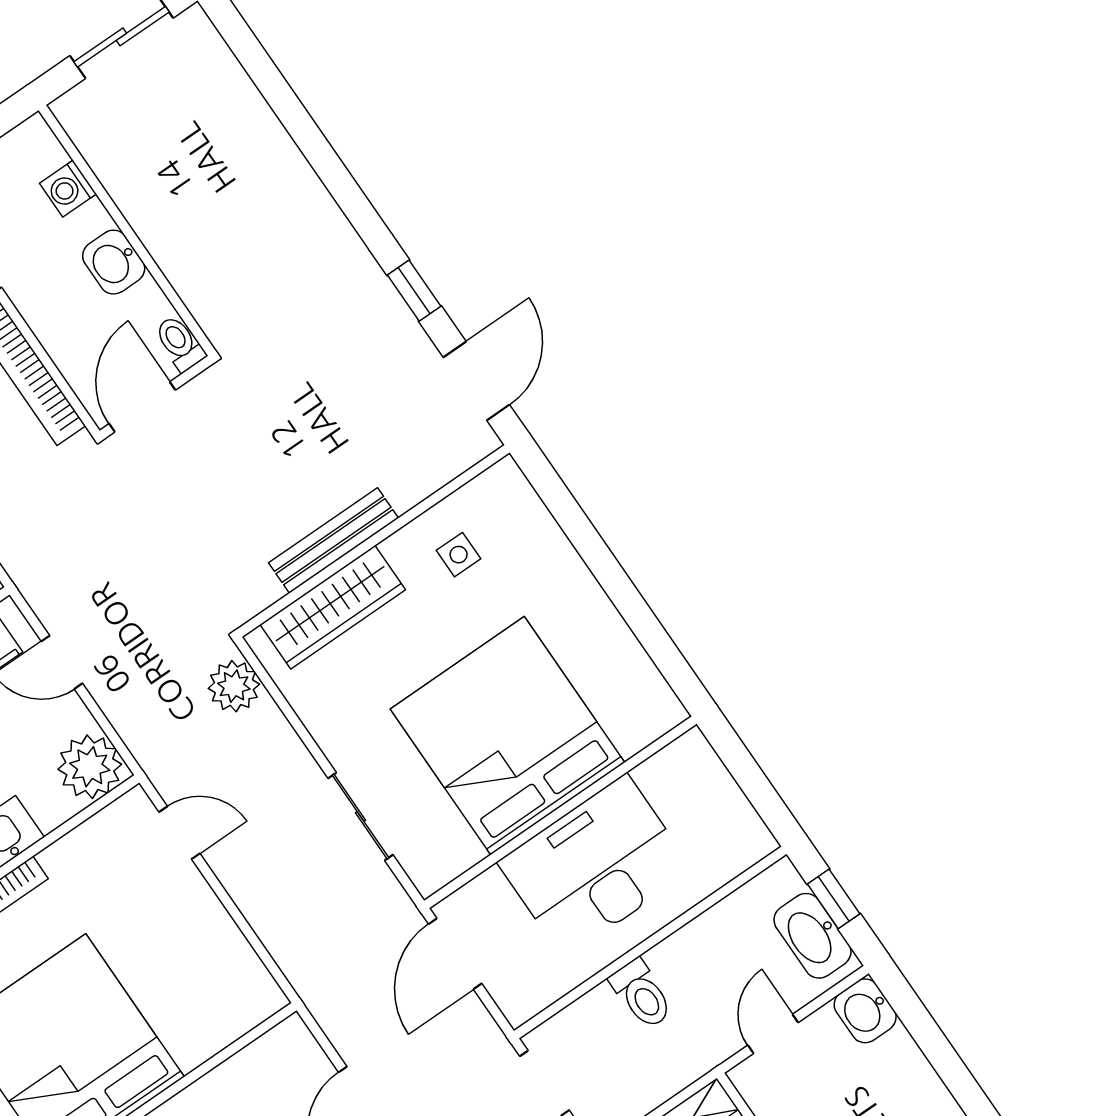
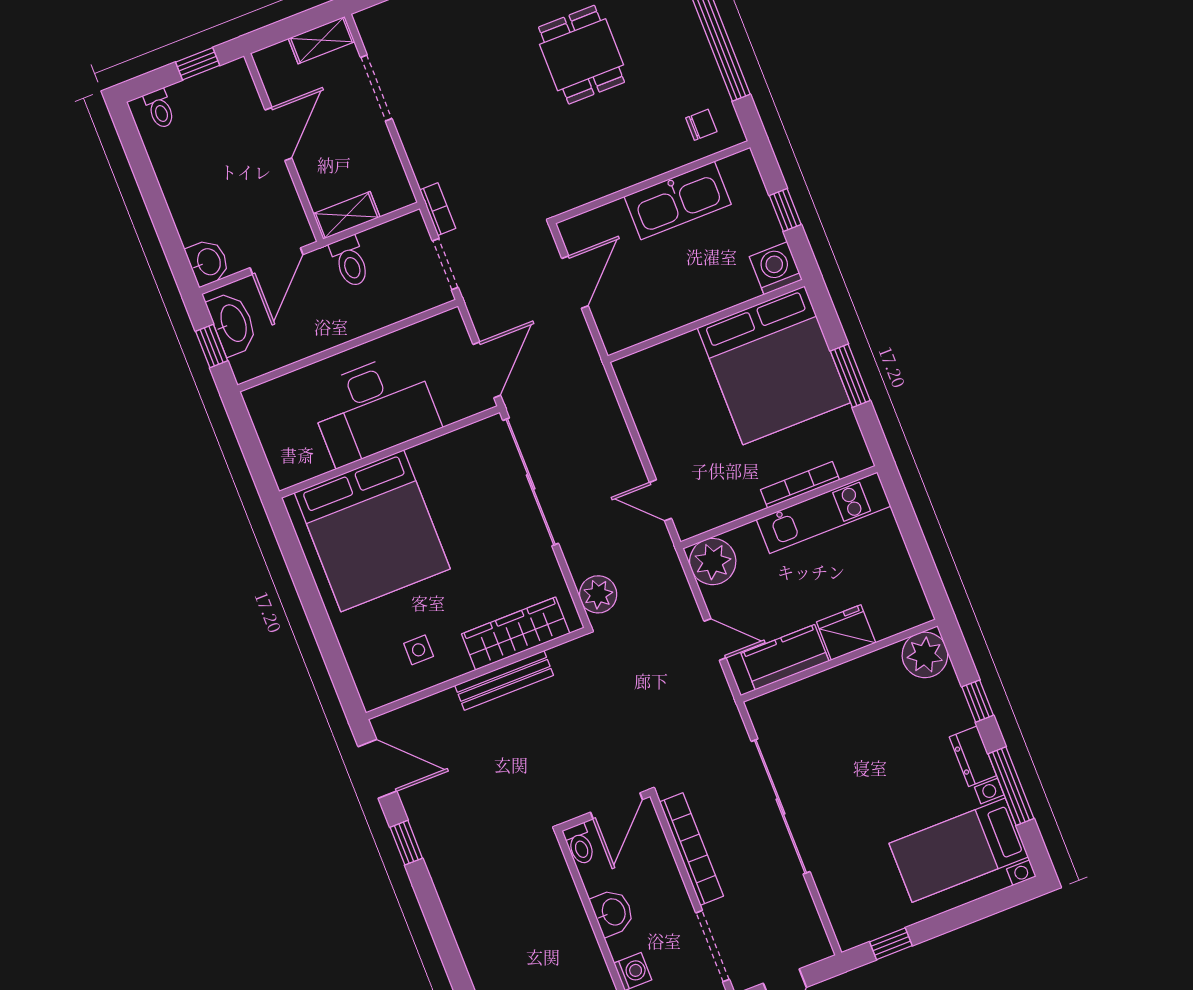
door: (476, 381) -> (377, 769), swing flipped
bed: (508, 736) -> (372, 531), moved
sliding door: (361, 817) -> (531, 482), width x1.86
toilet: (642, 994) -> (350, 261), moved, turned 180
door: (773, 1034) -> (276, 261), width x1.38

